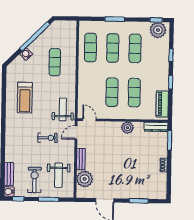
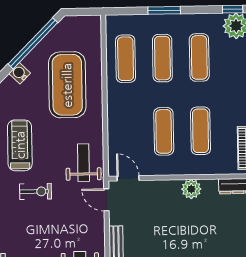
exercise mat: (55, 62) -> (67, 85), width x2.00, depth x1.45
treadmill: (25, 98) -> (20, 145), turned 180
door: (76, 132) -> (106, 200), hinge flipped
exercise bike: (47, 138) -> (36, 191), moved

